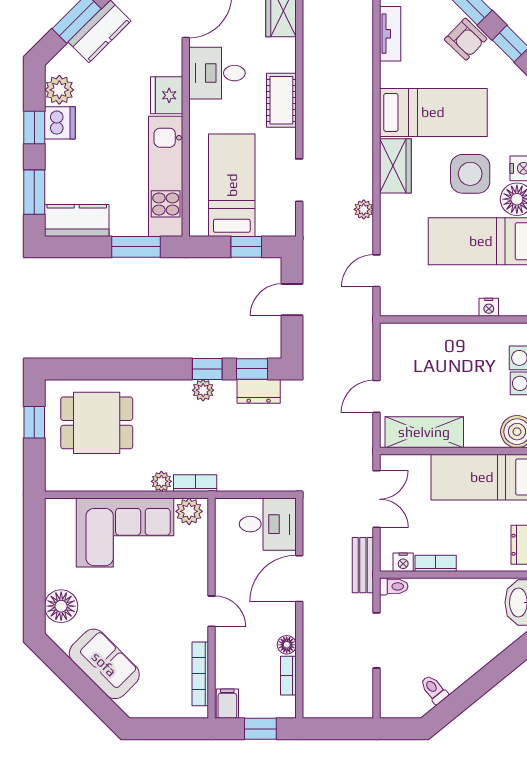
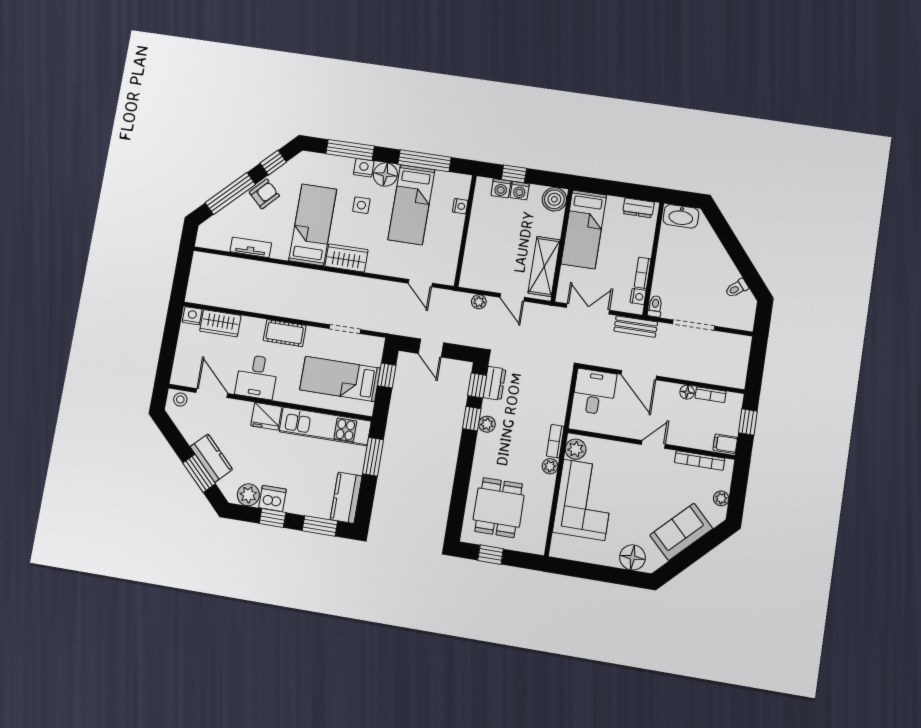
side table: (470, 174) -> (361, 205), width x0.54, depth x0.54
plant: (364, 209) -> (479, 302), moved
plant: (156, 709) -> (721, 498), added

